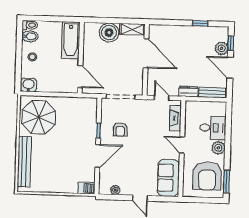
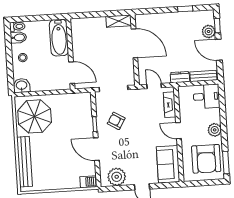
boiler: (109, 33) -> (96, 26), removed
desk: (213, 128) -> (206, 96), moved
armchair: (120, 129) -> (116, 121), turned 122
door: (98, 156) -> (96, 149), swing flipped
plant: (115, 190) -> (117, 177), width x1.88, depth x1.88

